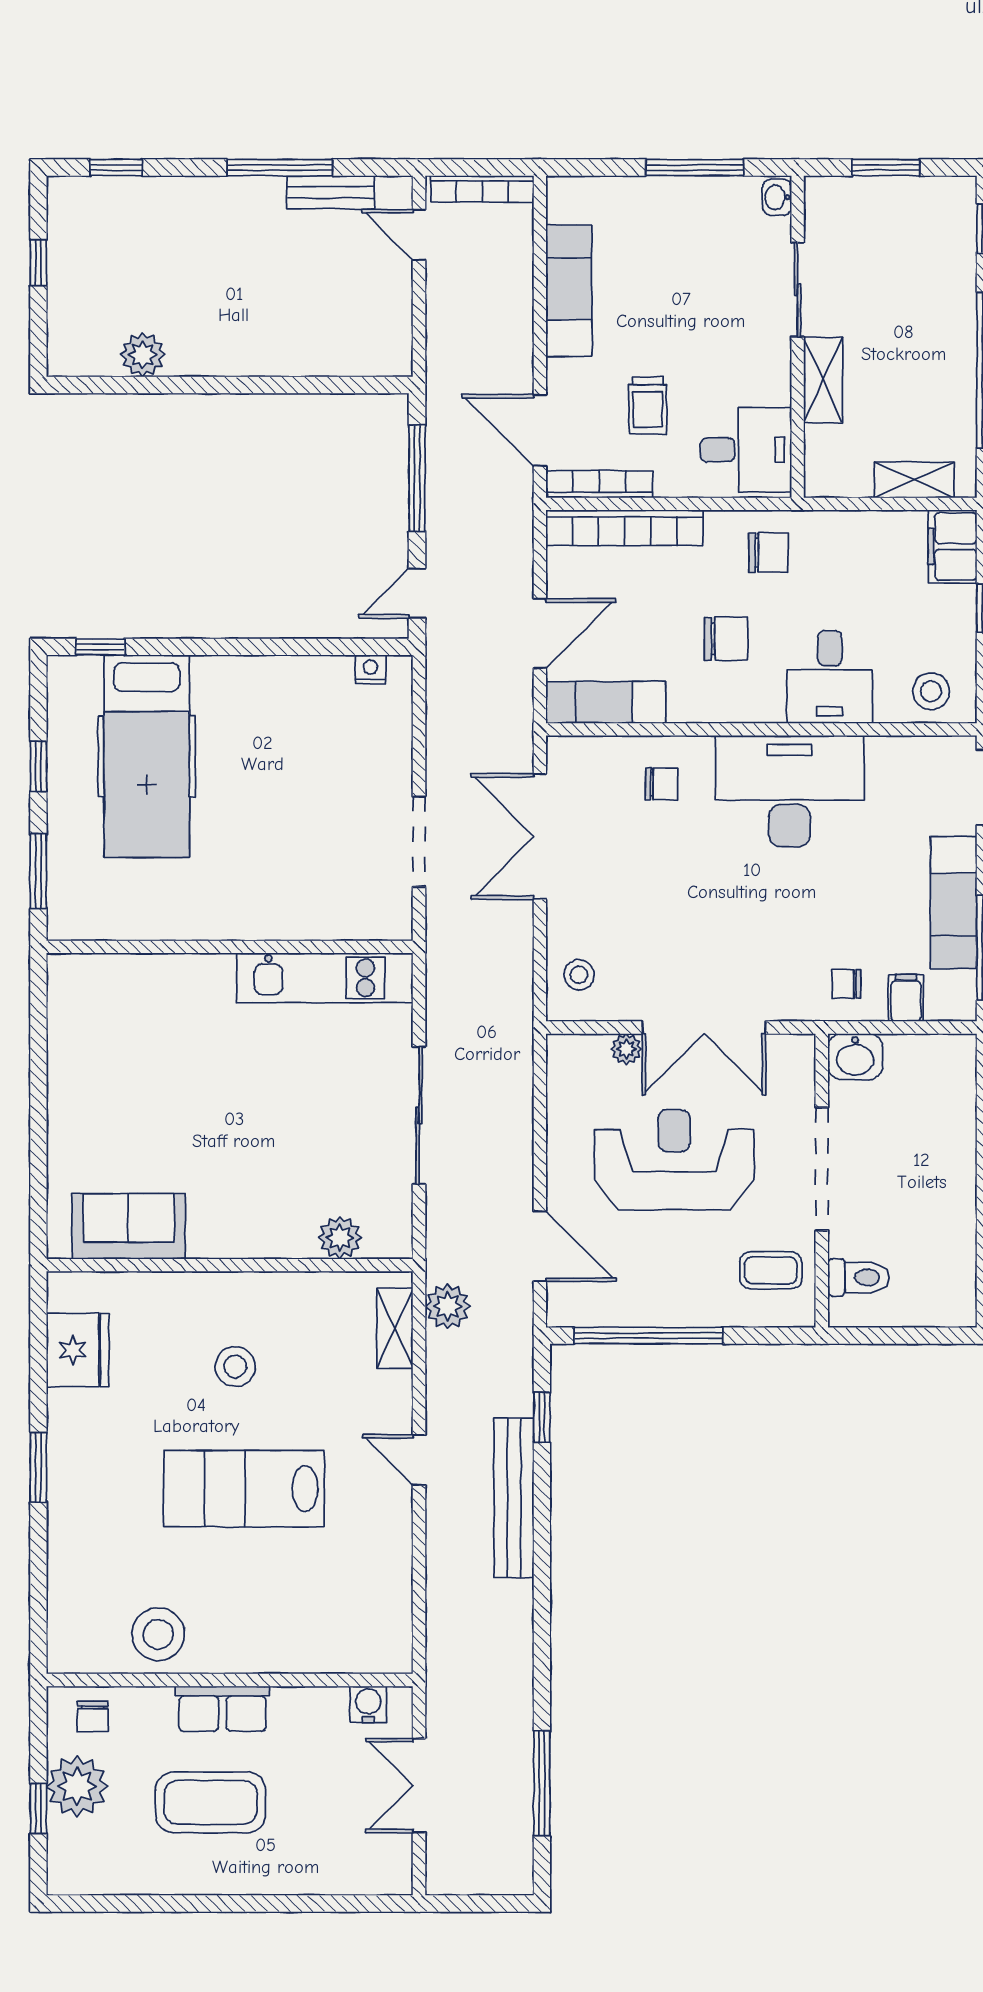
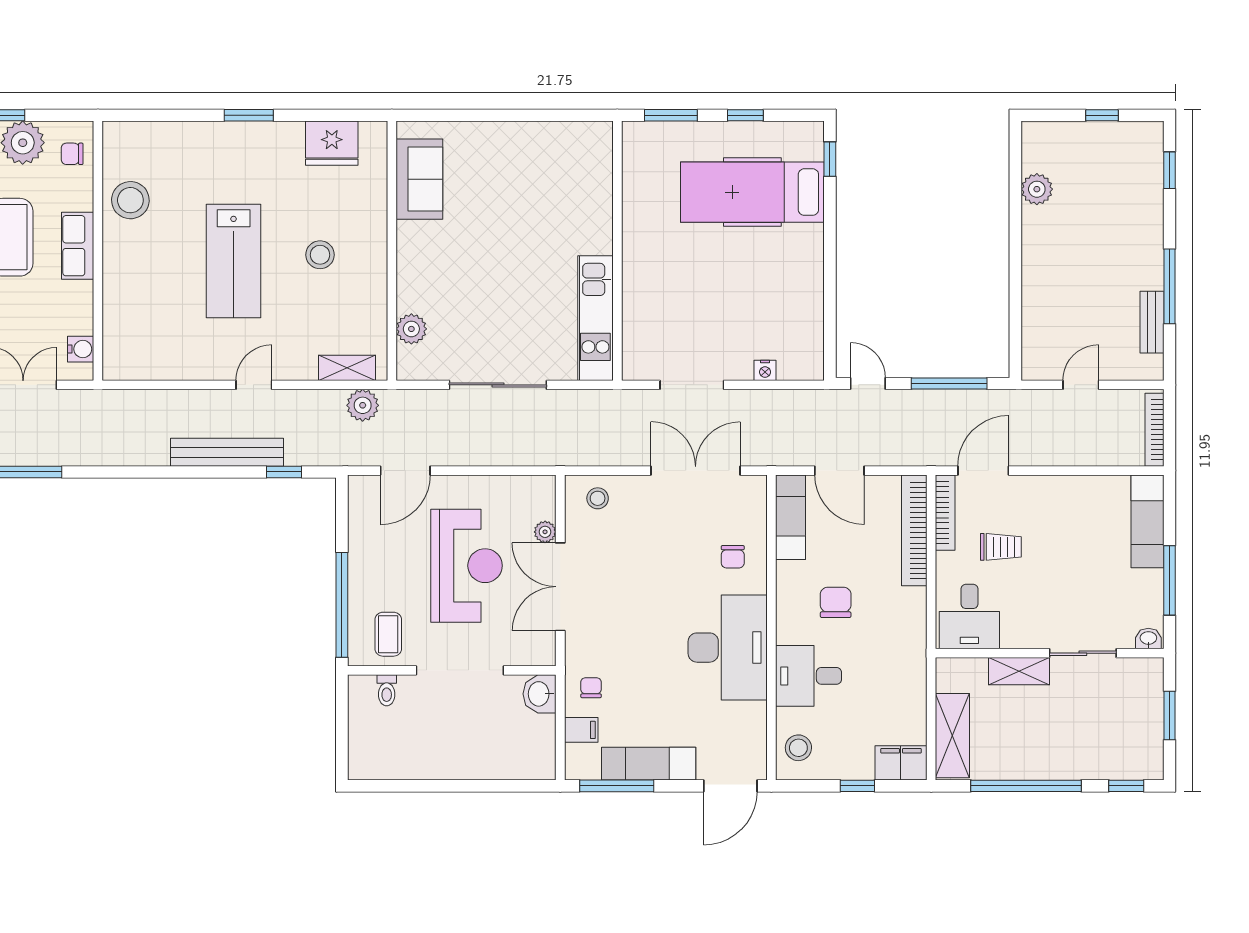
door: (419, 235) -> (1081, 385), moved
exam couch: (569, 291) -> (1147, 521), moved, turned 90
trolley: (648, 405) -> (1001, 547), turned 180
shelving: (914, 480) -> (952, 736), width x1.50, depth x1.33
chair: (769, 553) -> (897, 633), removed
chair: (726, 639) -> (836, 602), turned 180
nightstand: (370, 669) -> (765, 370), moved, turned 90
toilet: (859, 1278) -> (387, 690), width x0.73, depth x0.72
window: (648, 1336) -> (342, 605), moved
lab bench: (244, 1489) -> (234, 261), turned 180

